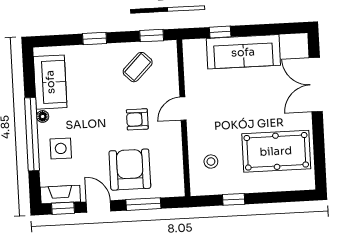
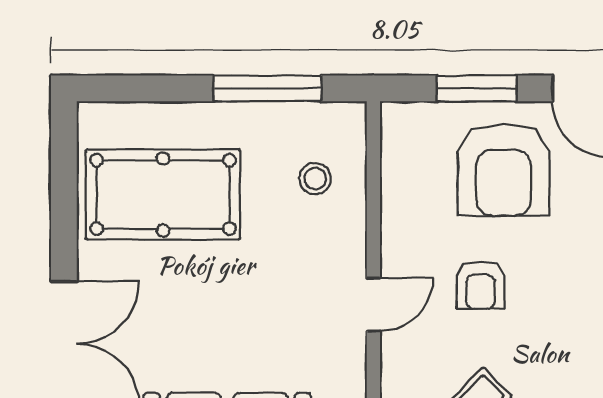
armchair: (137, 119) -> (480, 285), turned 90
window: (234, 199) -> (267, 88), width x2.17

